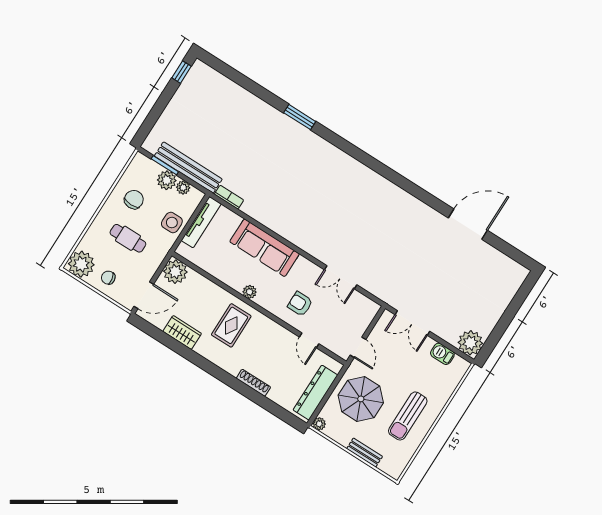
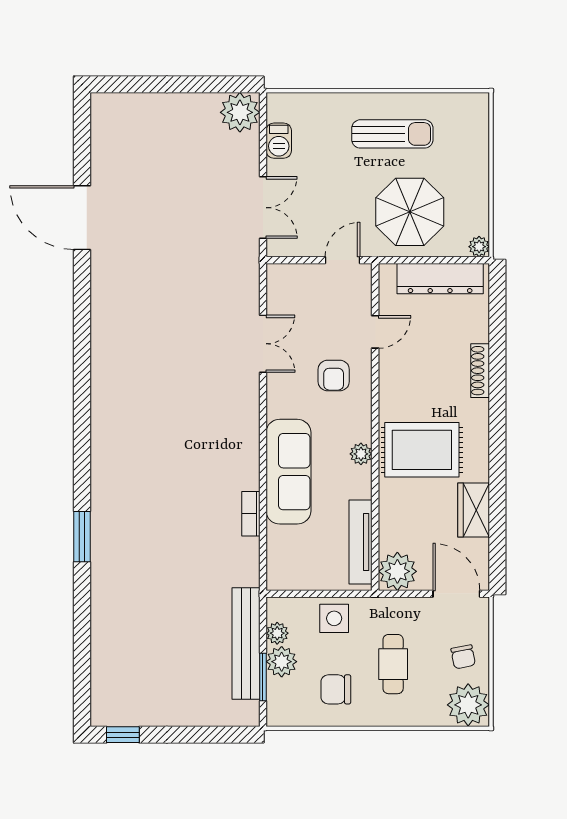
bookcase: (229, 197) -> (251, 514), moved
tv unit: (201, 222) -> (360, 542), moved, turned -90
rug: (231, 325) -> (422, 450), width x1.36, depth x1.43
bench: (365, 453) -> (479, 161), removed

